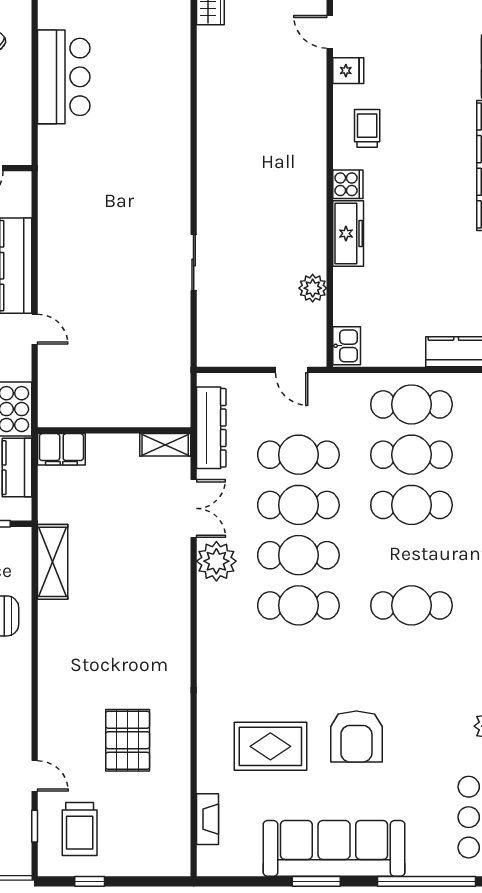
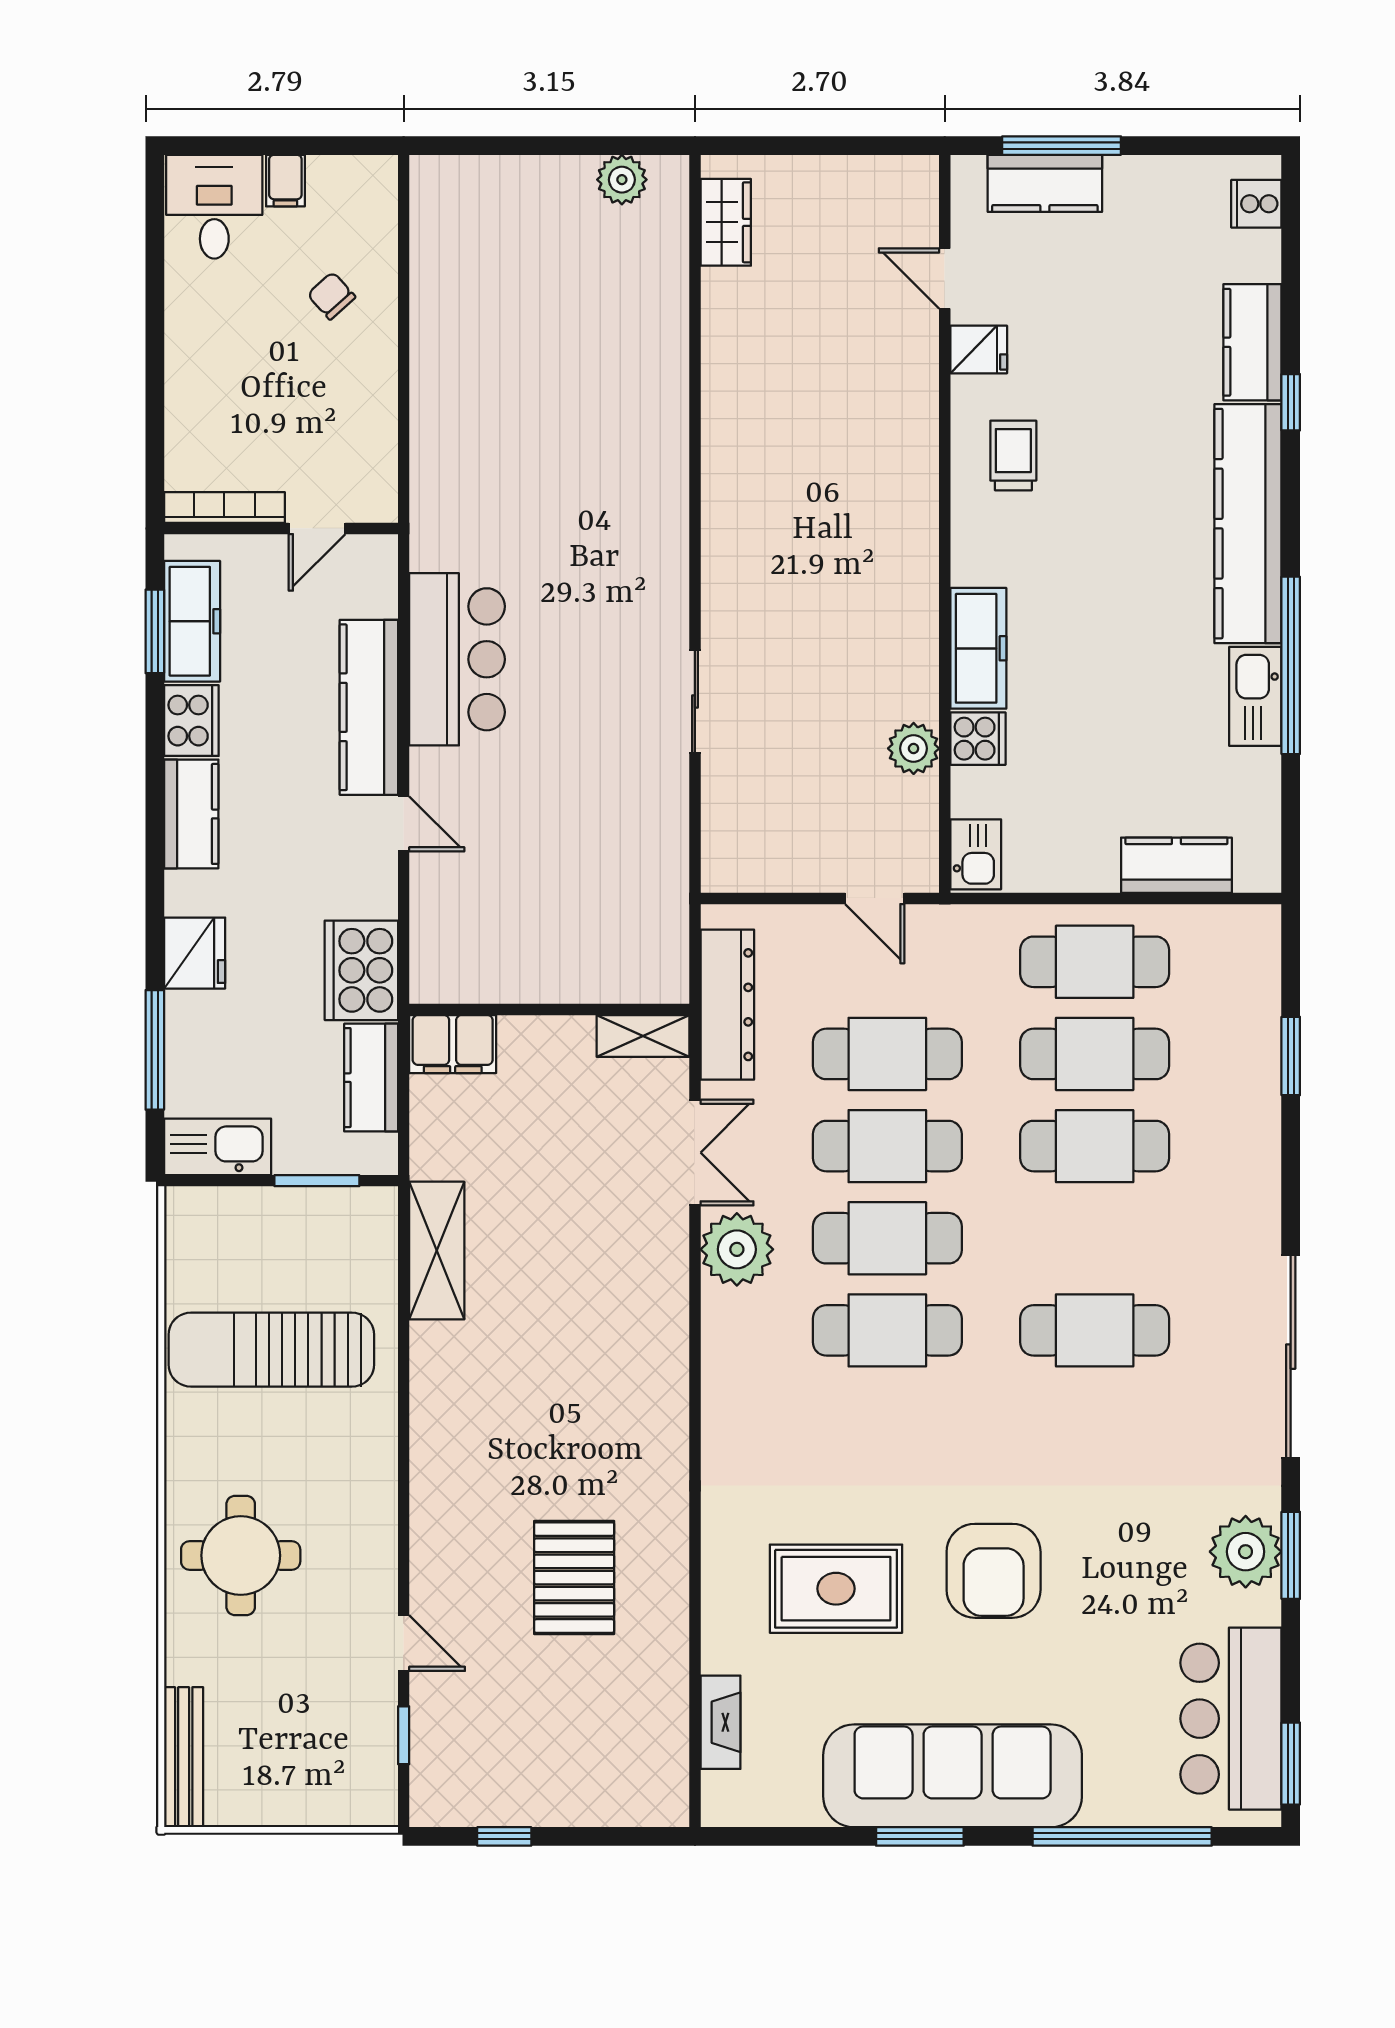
bar counter: (64, 77) -> (457, 659), moved
cooker: (348, 184) -> (978, 739), moved
trolley: (80, 829) -> (486, 1740), removed

